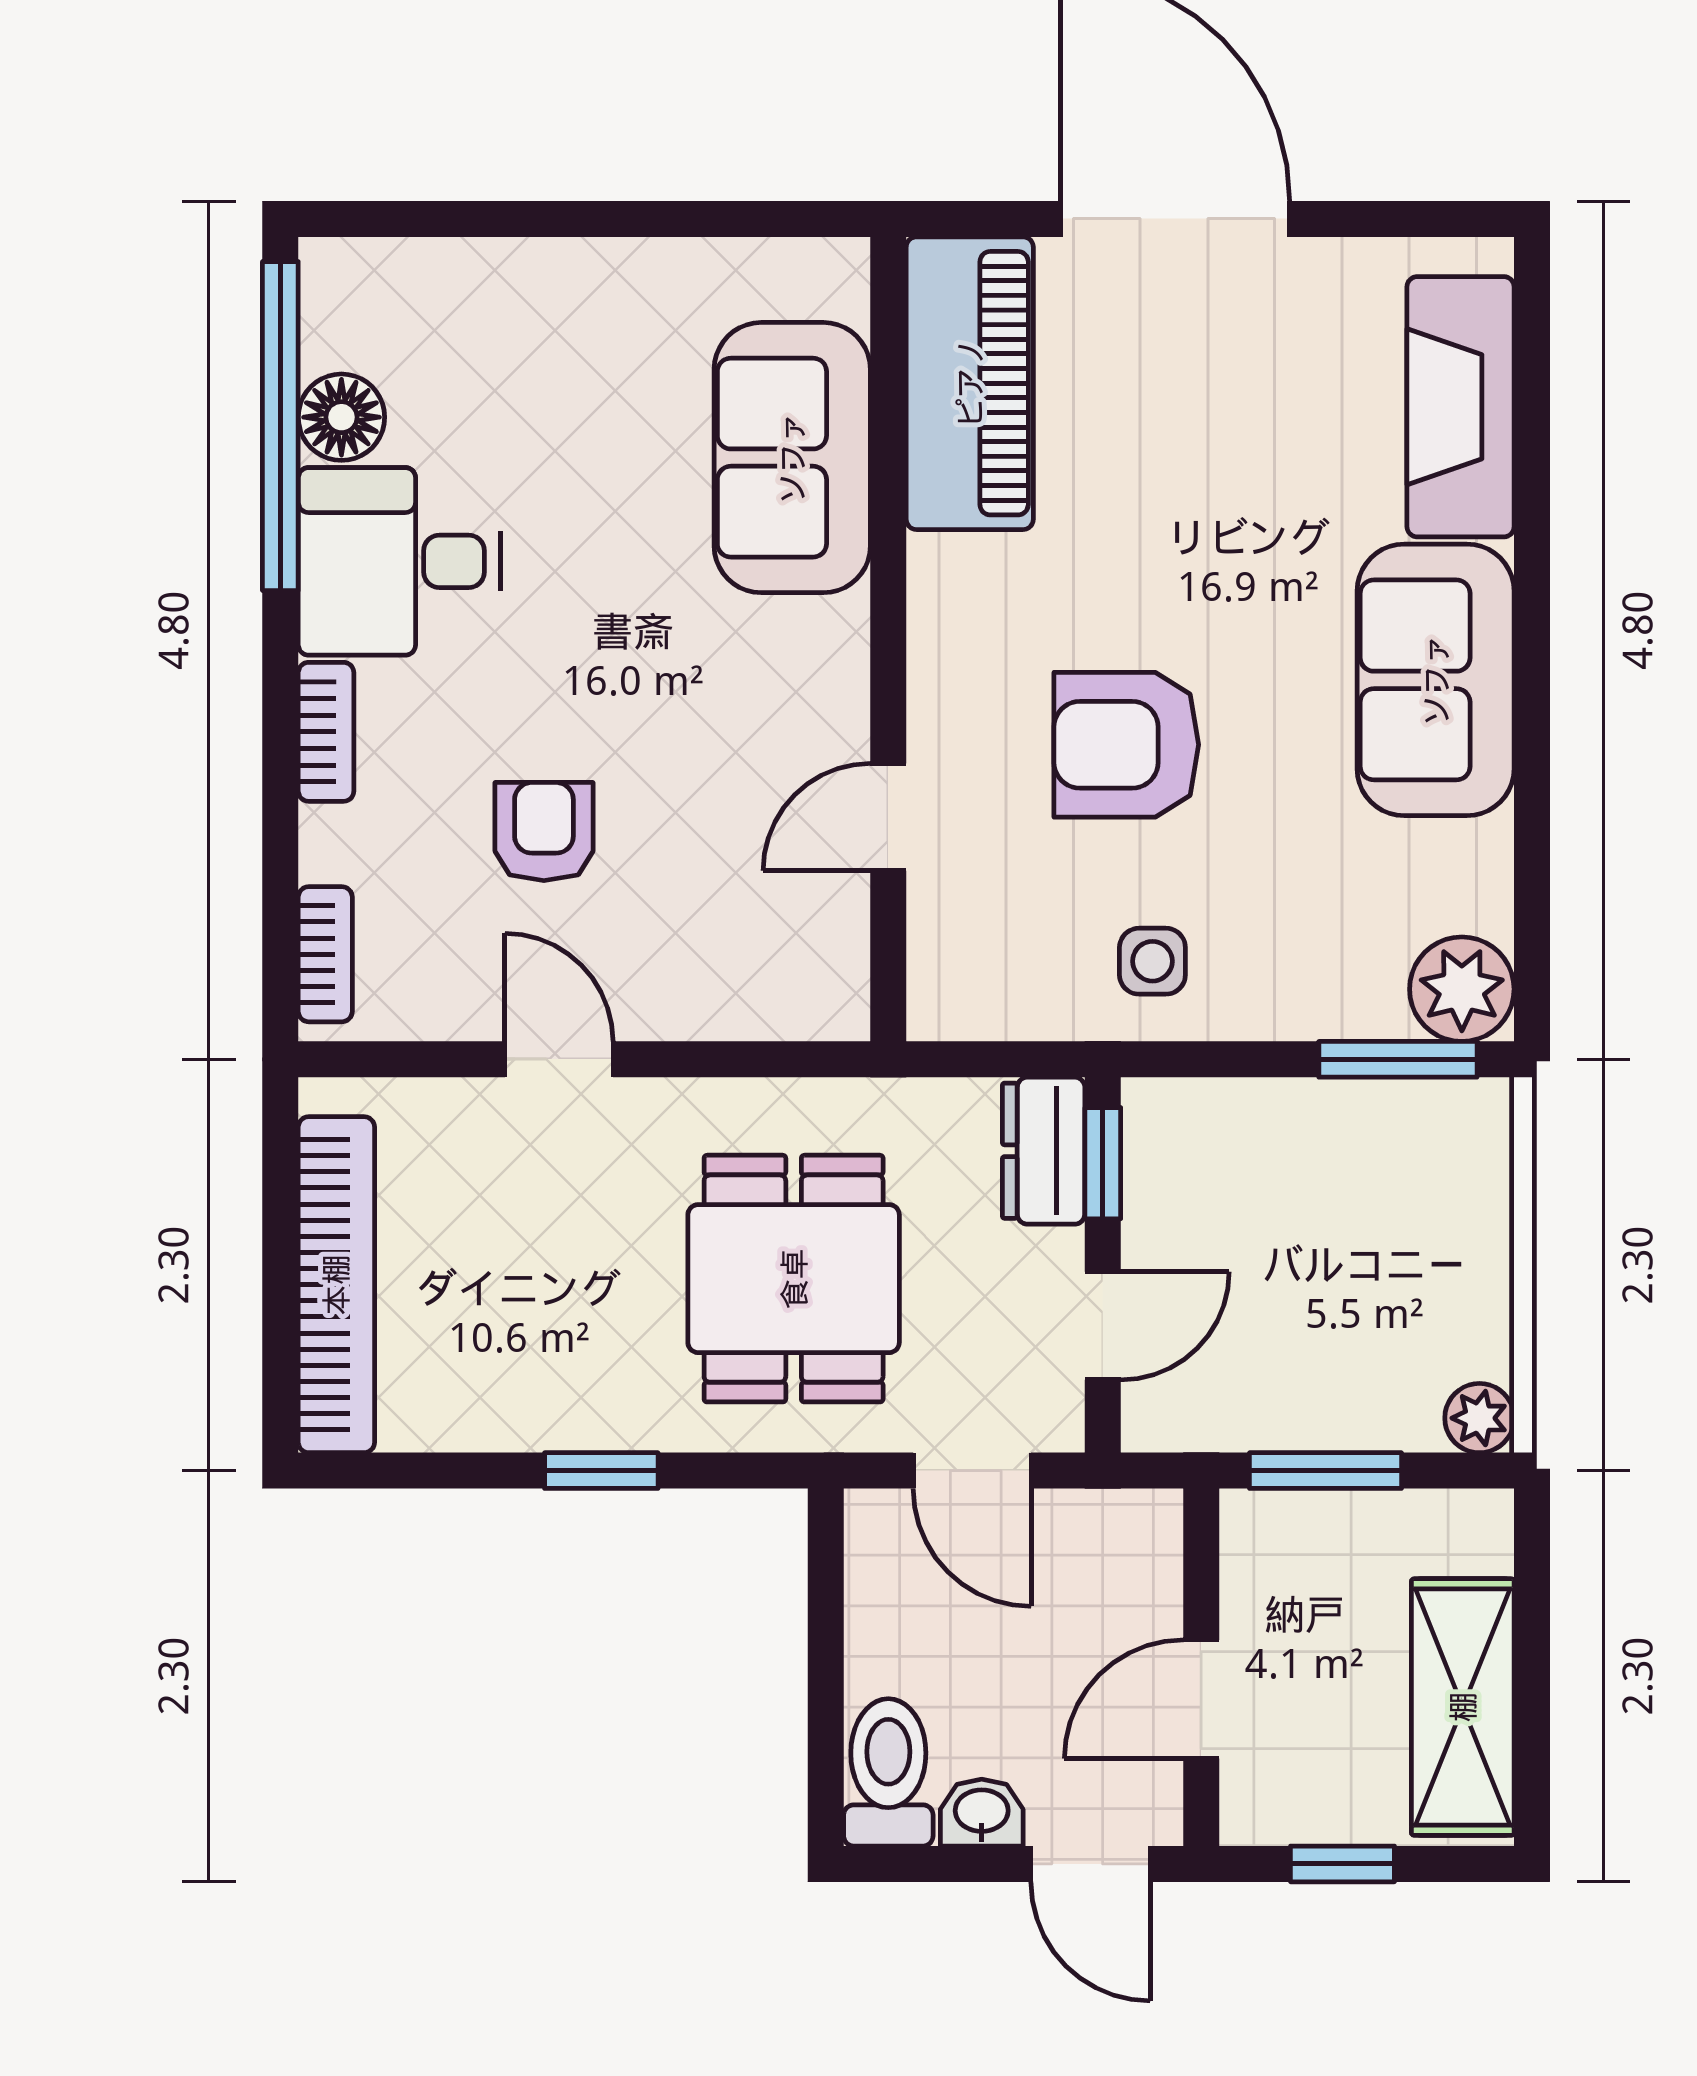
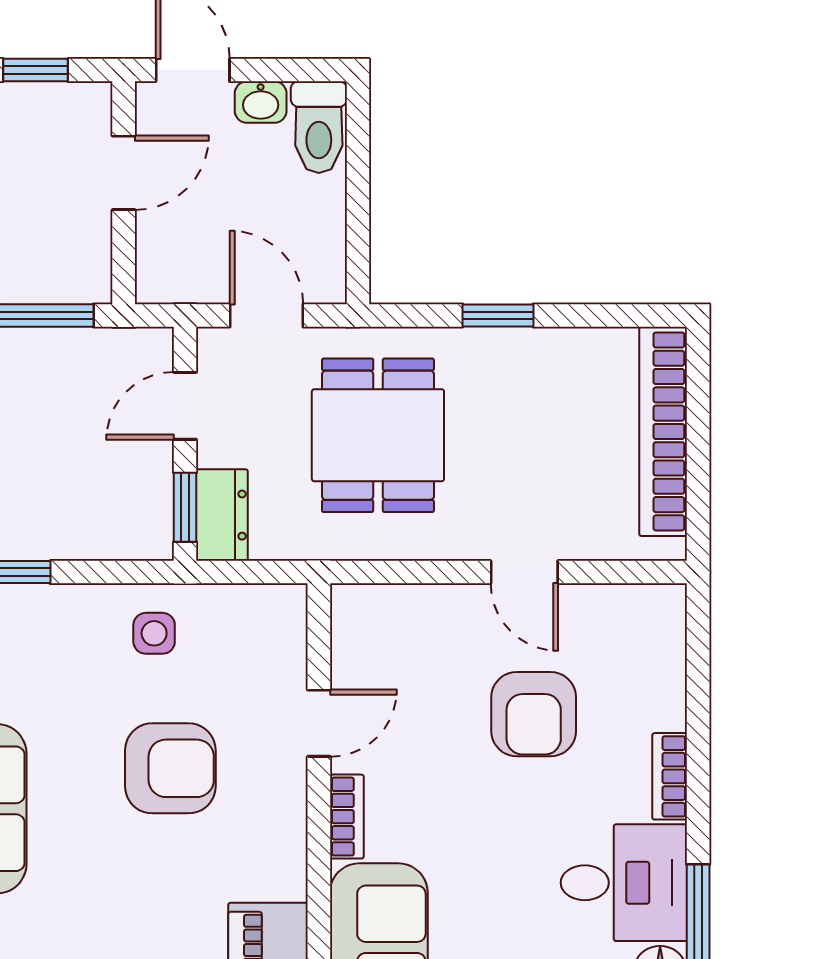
armchair: (544, 832) -> (534, 714), width x1.38, depth x1.38
bookcase: (325, 954) -> (347, 817), moved, turned 180

